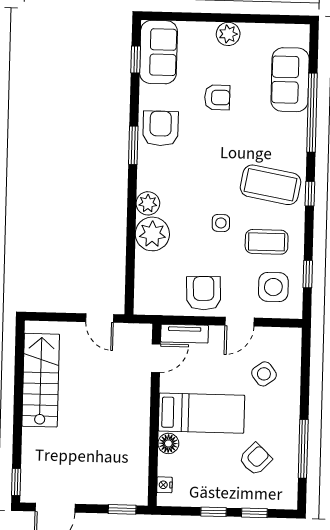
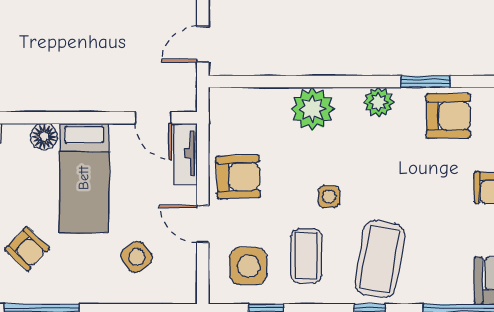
plant: (148, 203) -> (379, 102), moved

